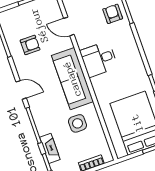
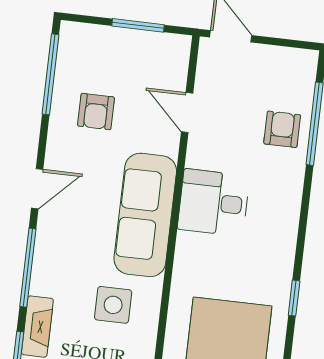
armchair: (30, 45) -> (96, 112), turned 90
door: (21, 90) -> (37, 189), hinge flipped

